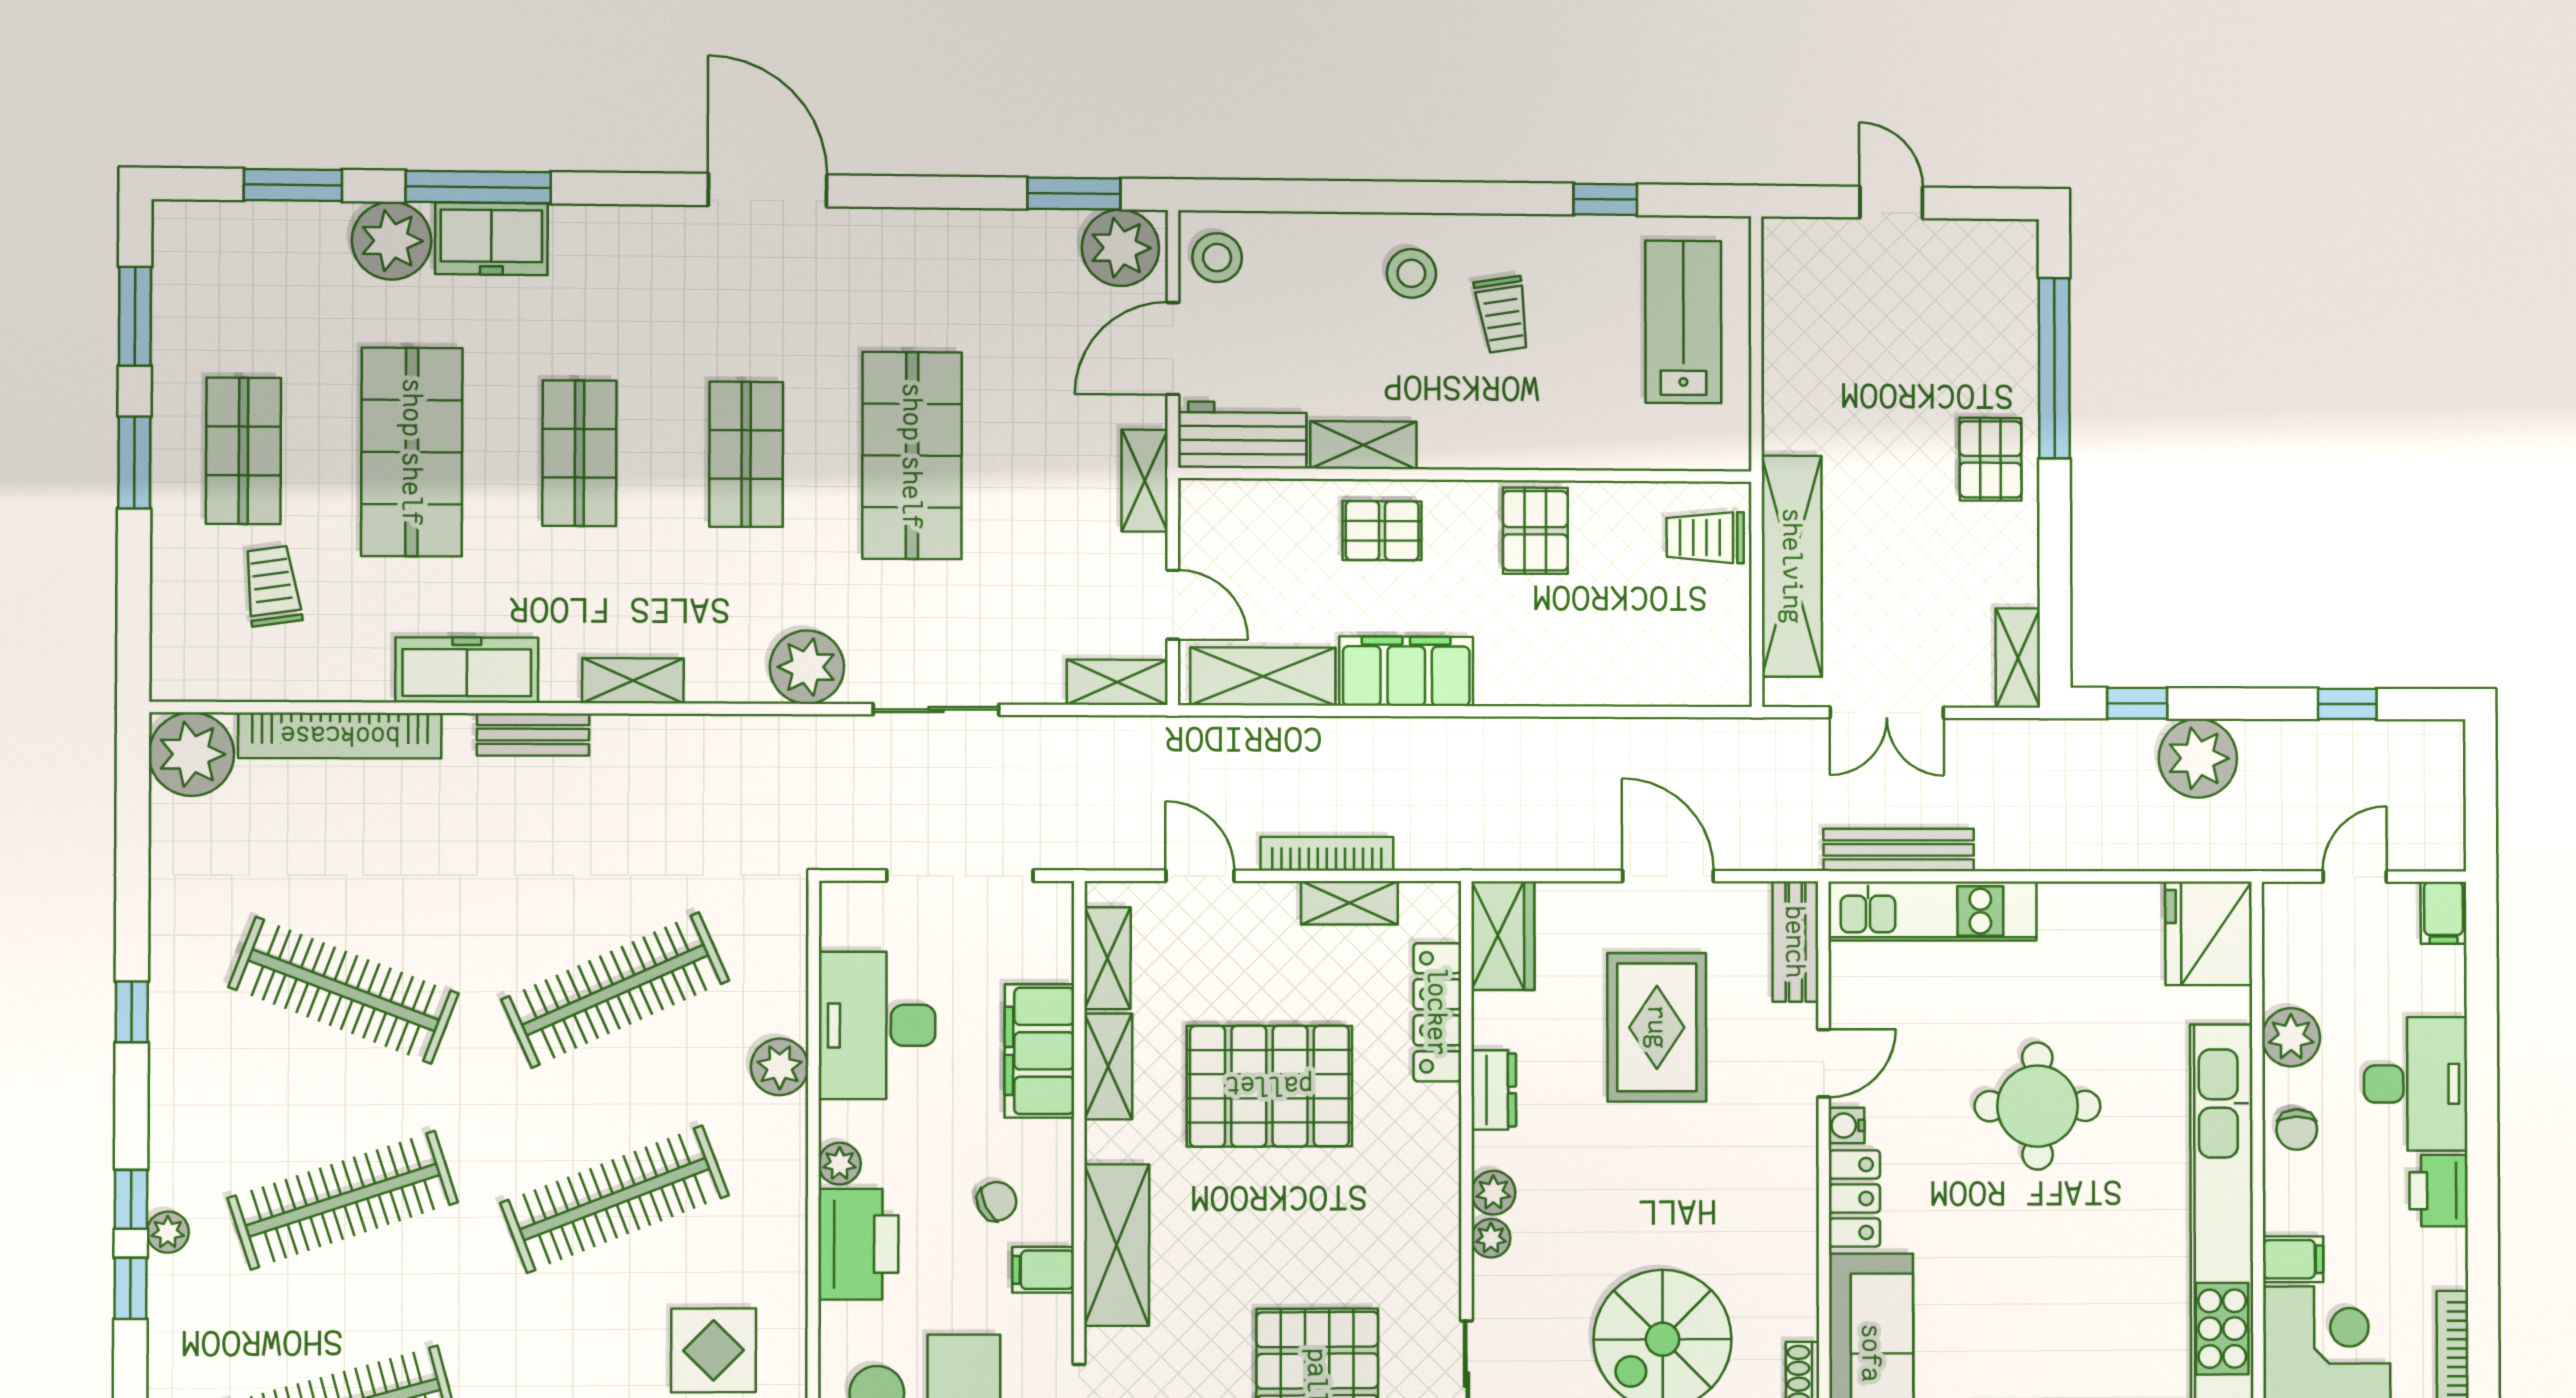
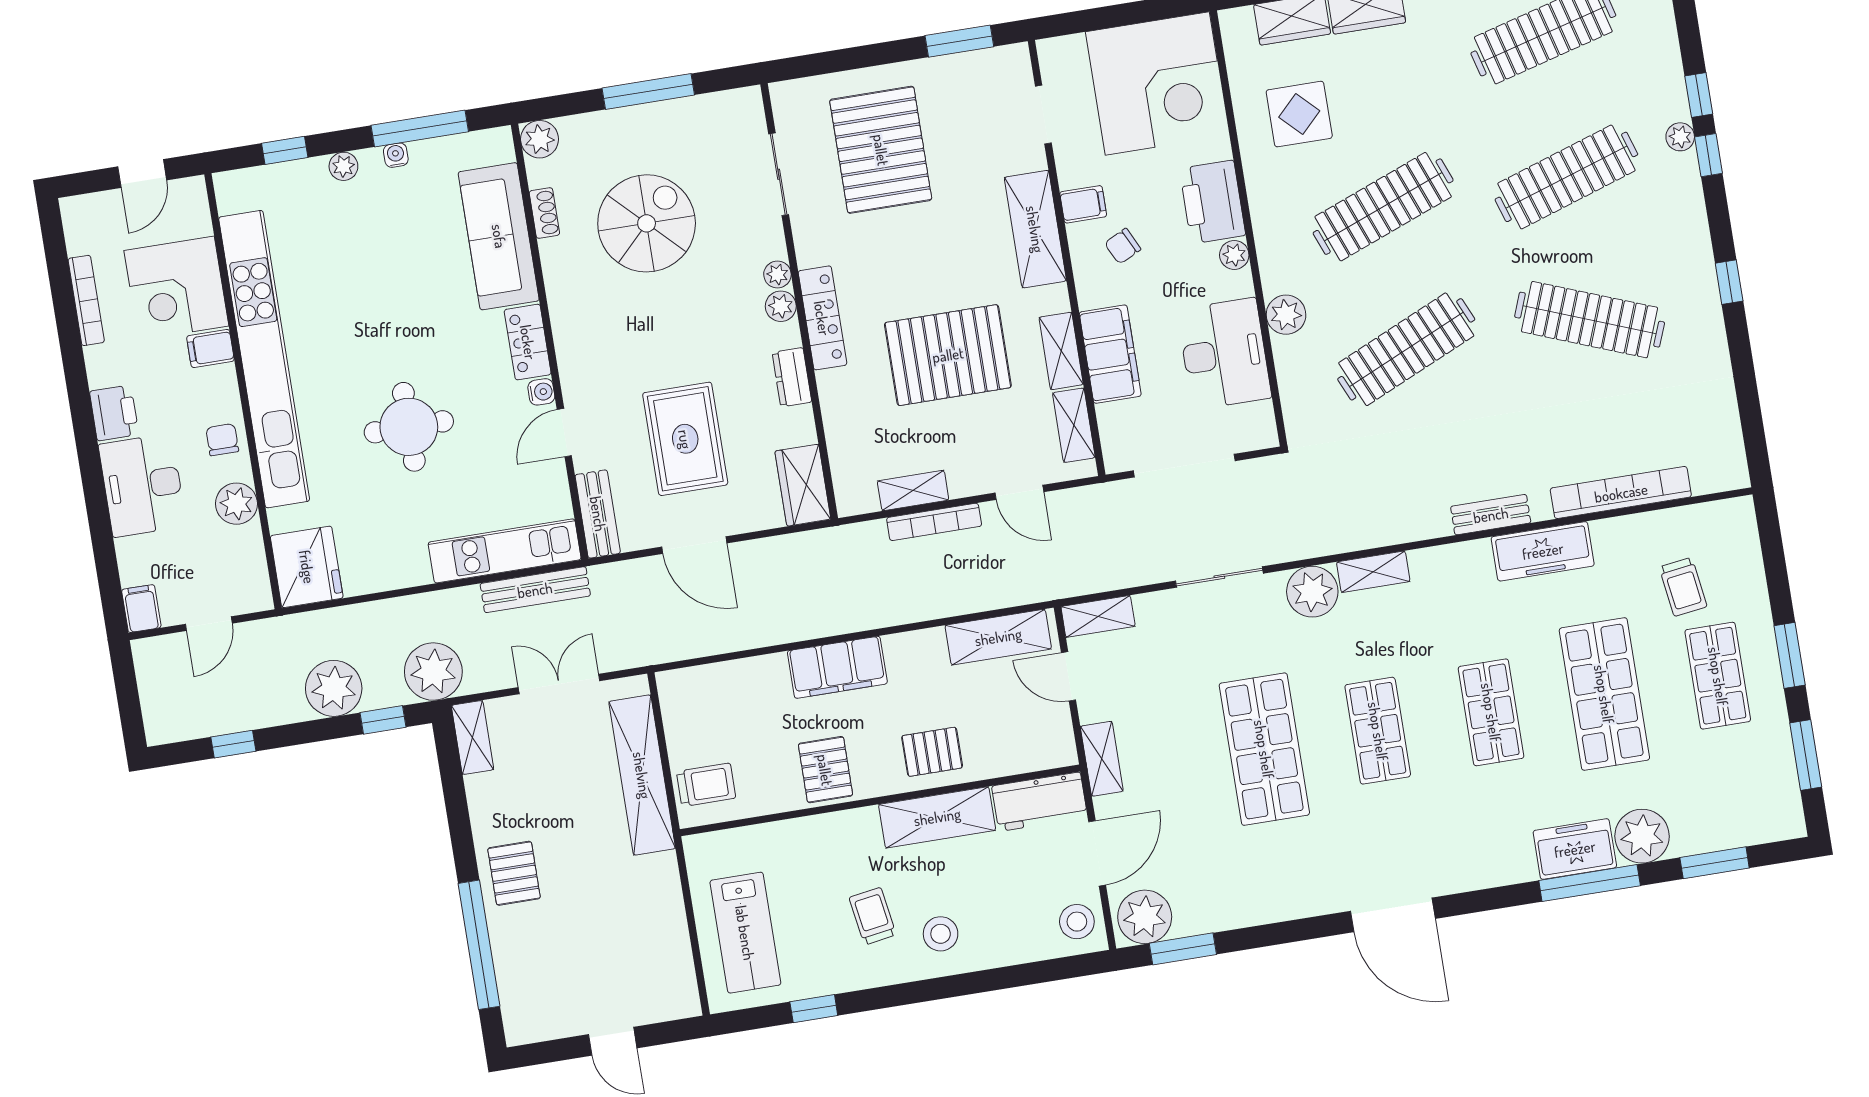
shelving: (1363, 445) -> (937, 817), width x1.50, depth x1.33
filing cabinet: (1406, 671) -> (837, 667), moved
shelving: (633, 681) -> (1373, 572), moved
plant: (191, 754) -> (433, 672), moved
locker: (1437, 1012) -> (822, 318), moved

